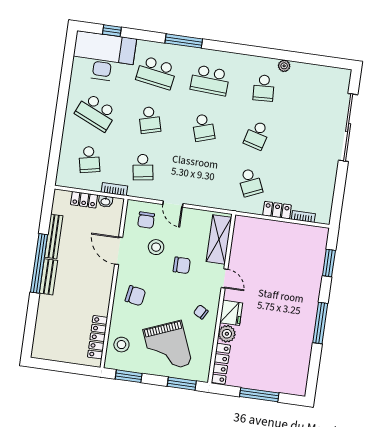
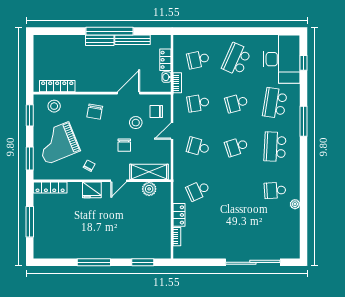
school desk: (257, 135) -> (198, 147), moved
plant: (227, 334) -> (149, 189), moved

